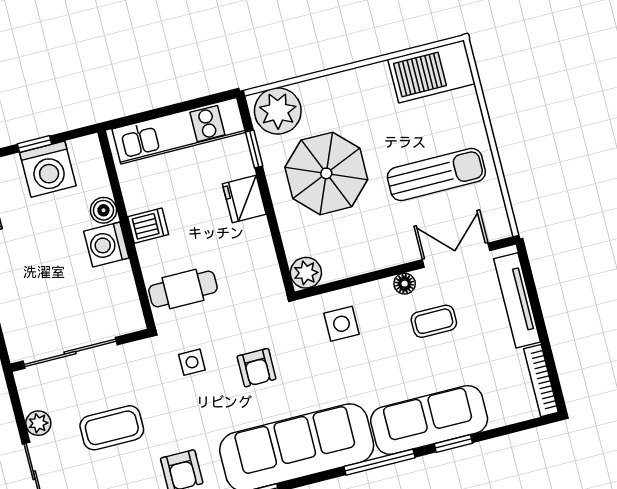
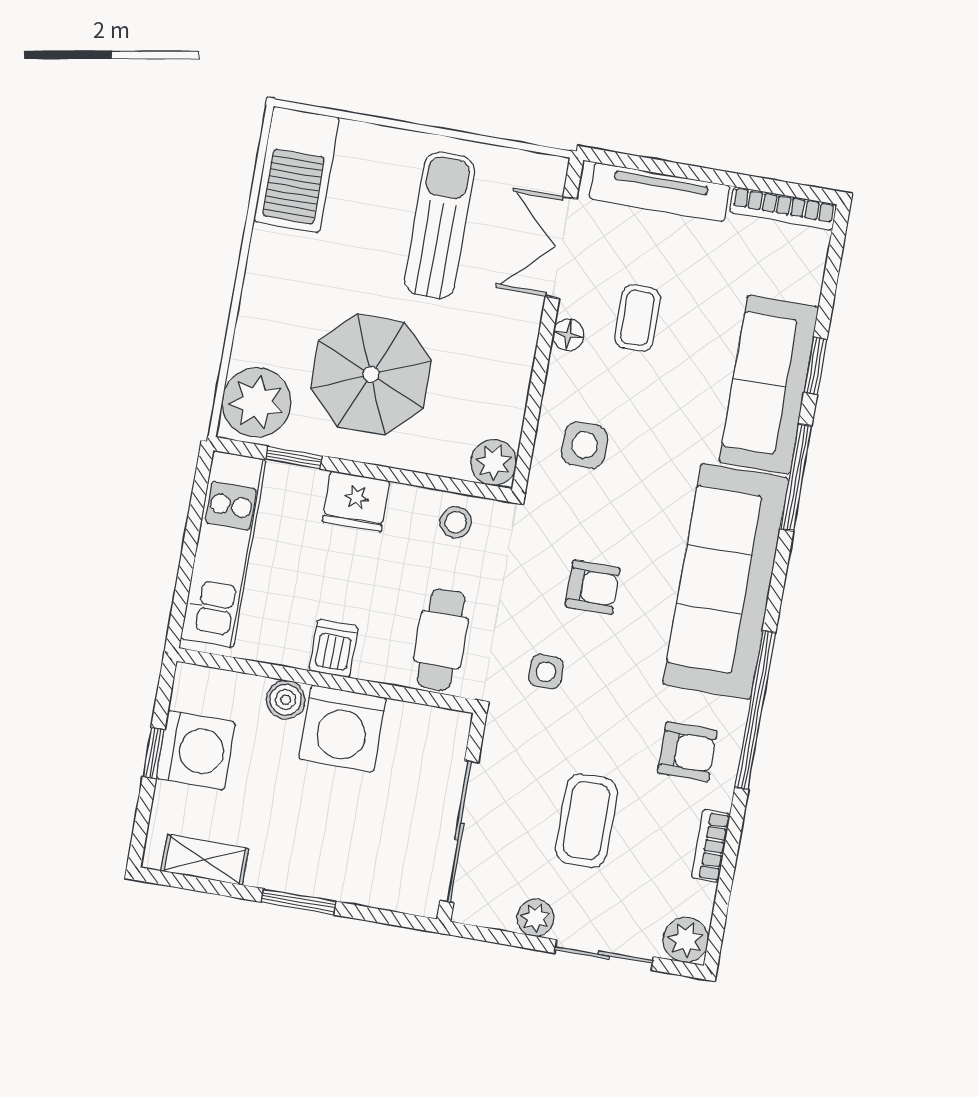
washing machine: (106, 245) -> (342, 728), width x1.37, depth x1.37
stool: (259, 266) -> (456, 522), added

